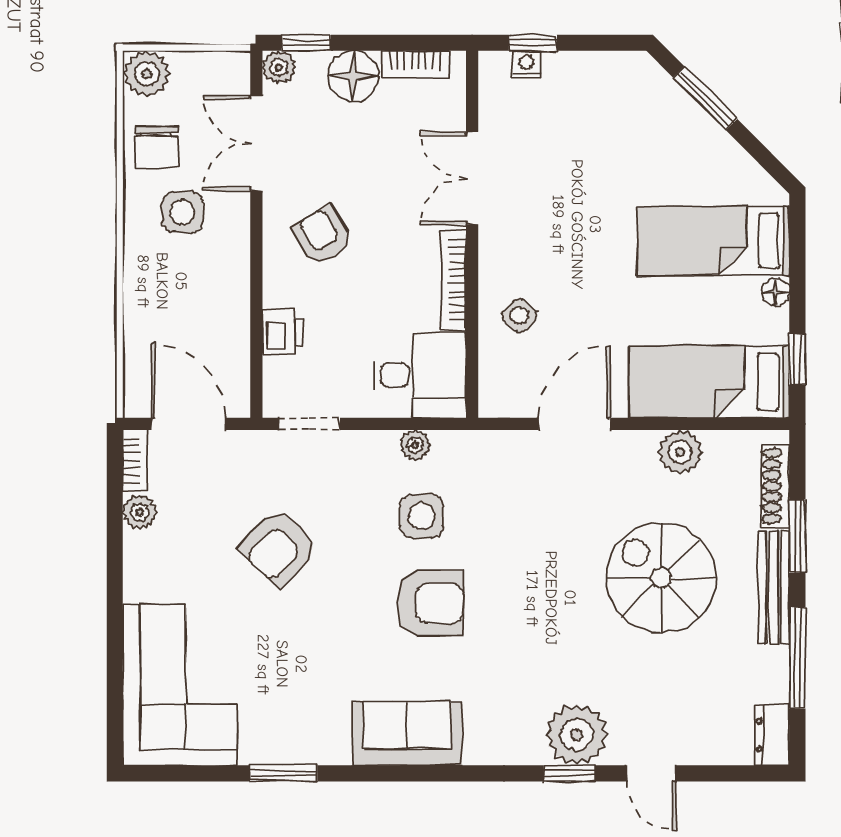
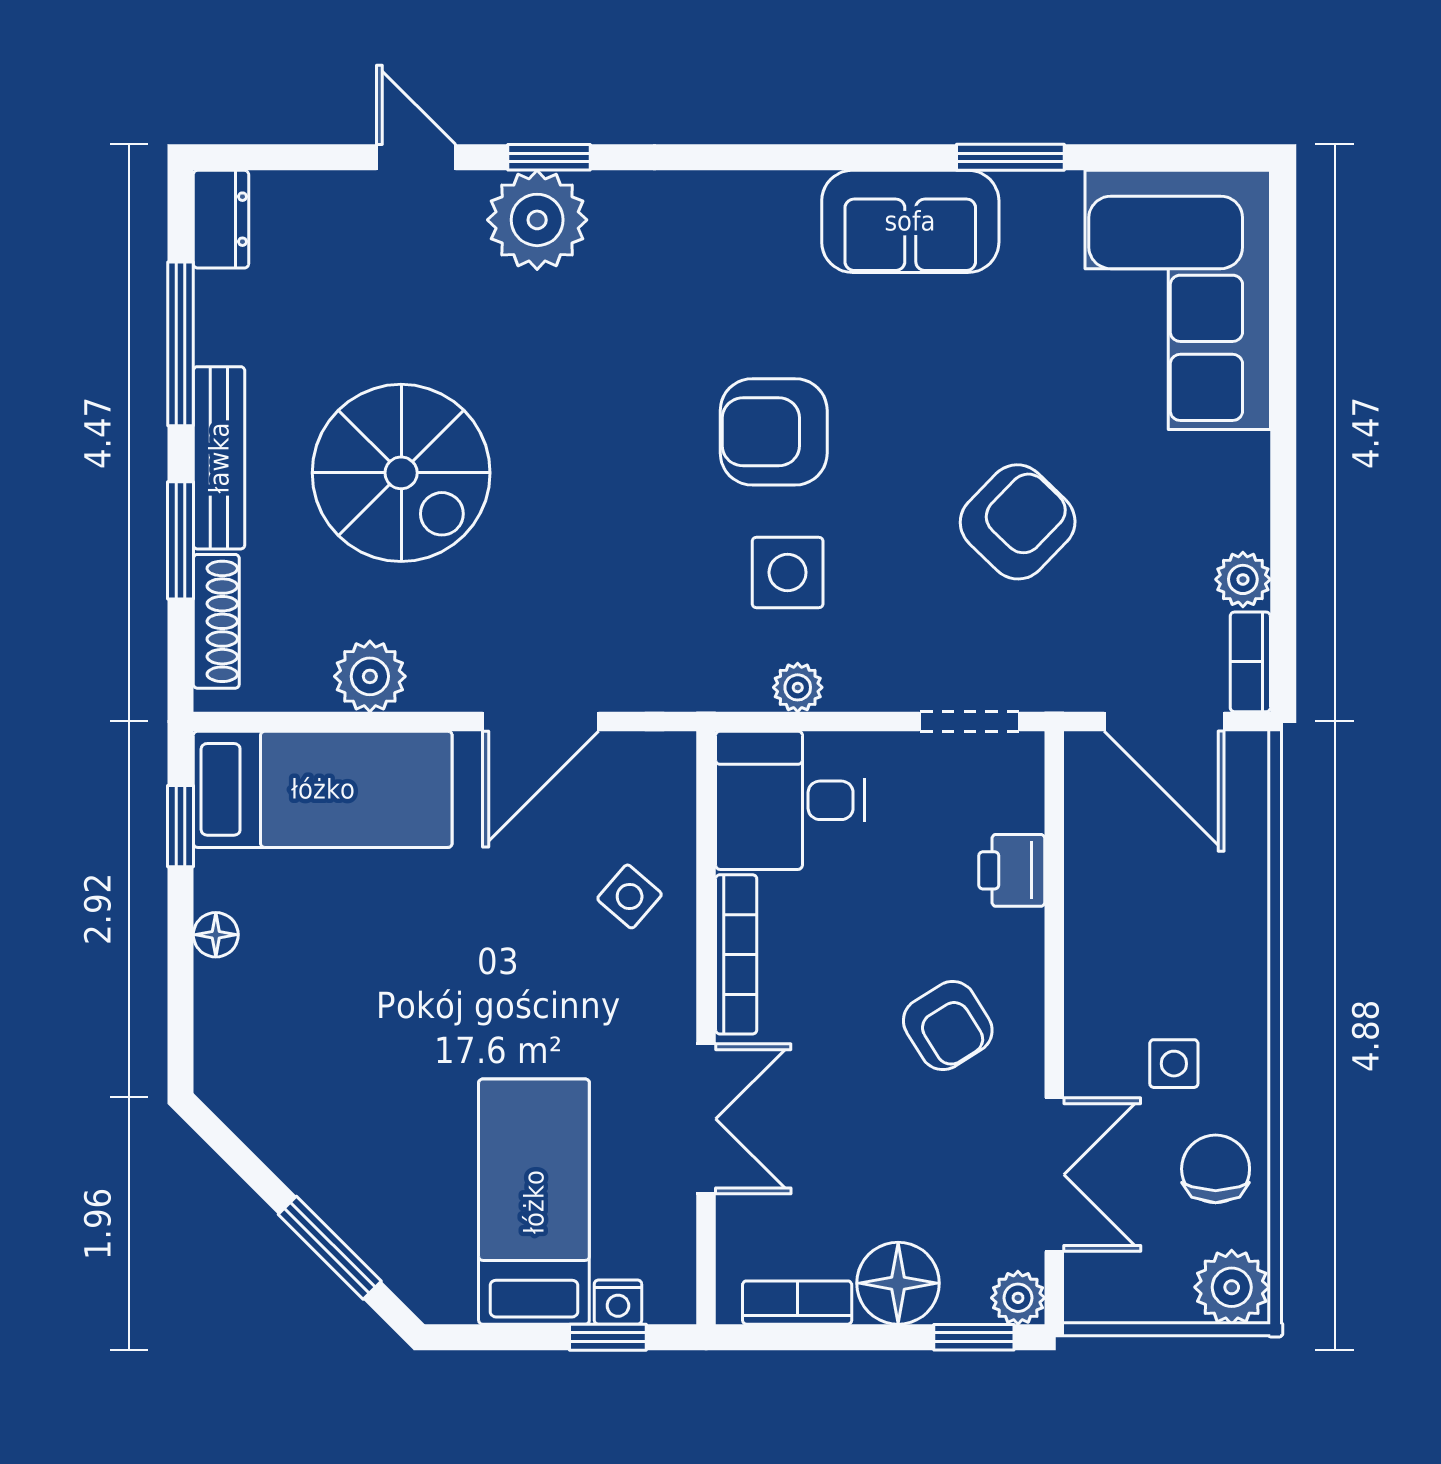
side table: (182, 212) -> (1174, 1064), width x0.73, depth x0.73
bed: (713, 241) -> (534, 1202), moved, turned -90
sofa: (407, 734) -> (910, 221), moved

